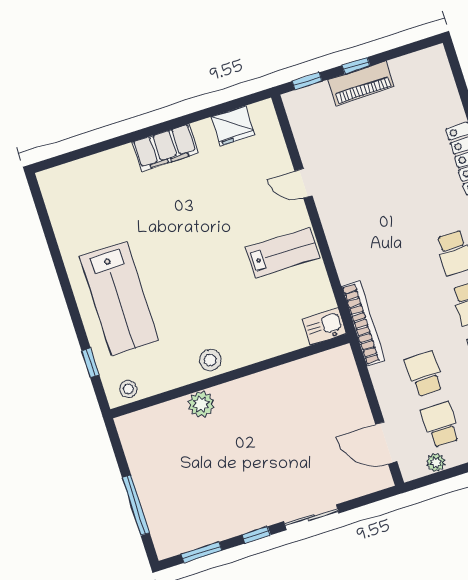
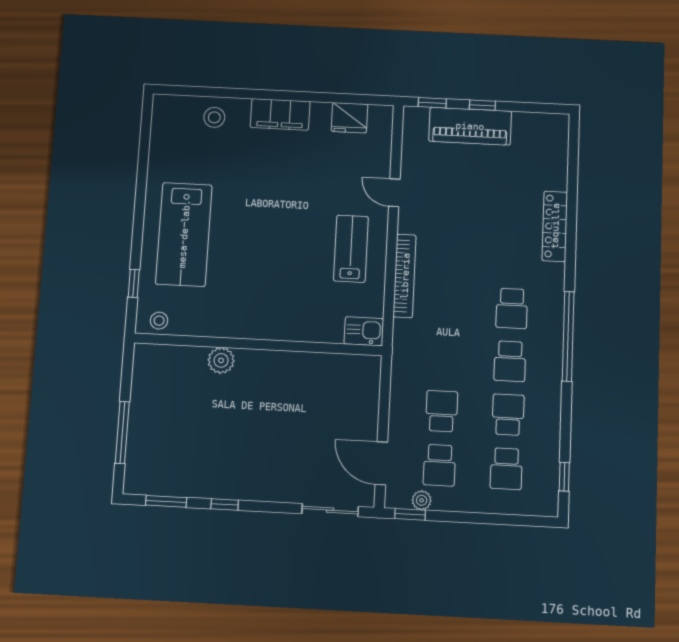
piano: (361, 83) -> (470, 126), width x1.37, depth x1.33
lab bench: (283, 253) -> (351, 249), turned -90
bookcase: (363, 323) -> (405, 276), moved
stool: (210, 360) -> (214, 117), moved
school desk: (440, 424) -> (439, 465), turned 180
window: (430, 479) -> (410, 514), added
sliding door: (311, 517) -> (330, 510), moved

